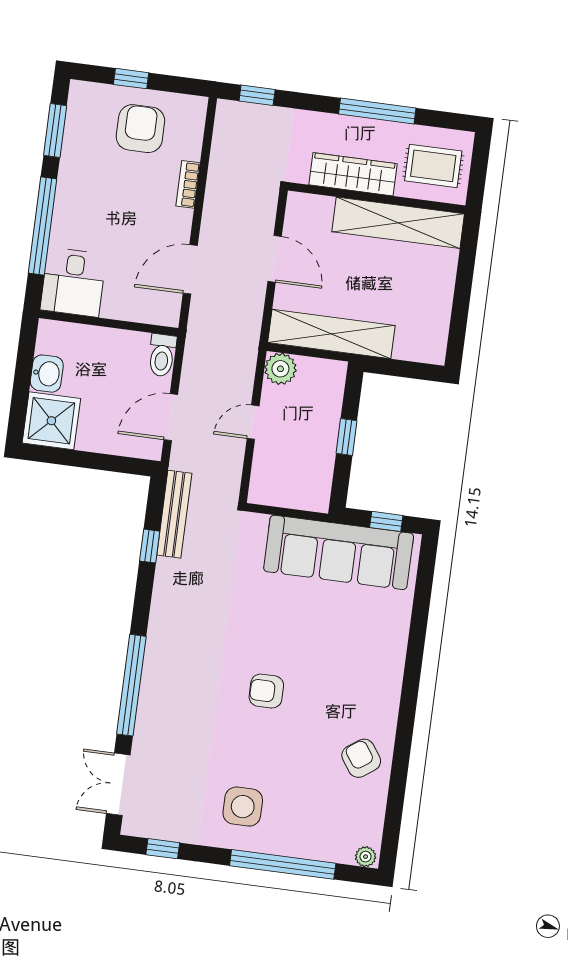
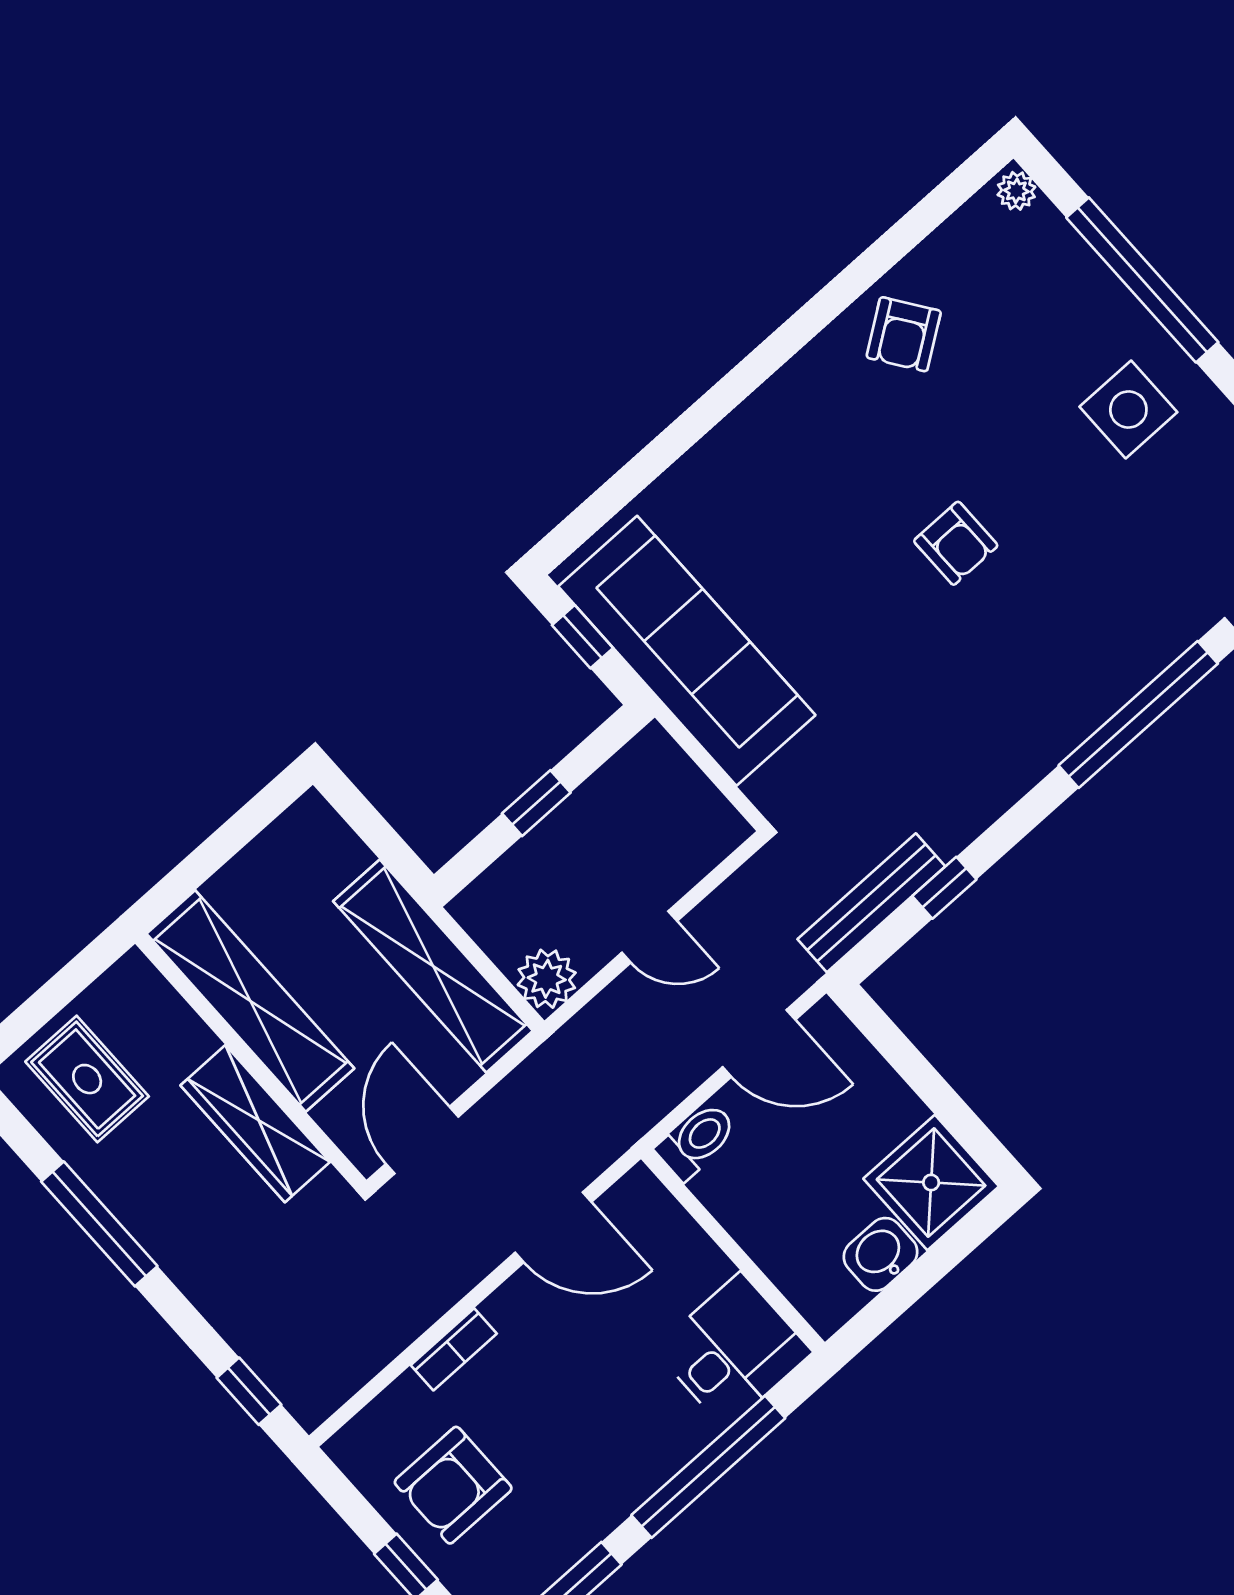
wardrobe: (353, 174) -> (255, 1124), moved
wall: (377, 198) -> (251, 1062), moved
shelving: (398, 223) -> (250, 1001), moved

